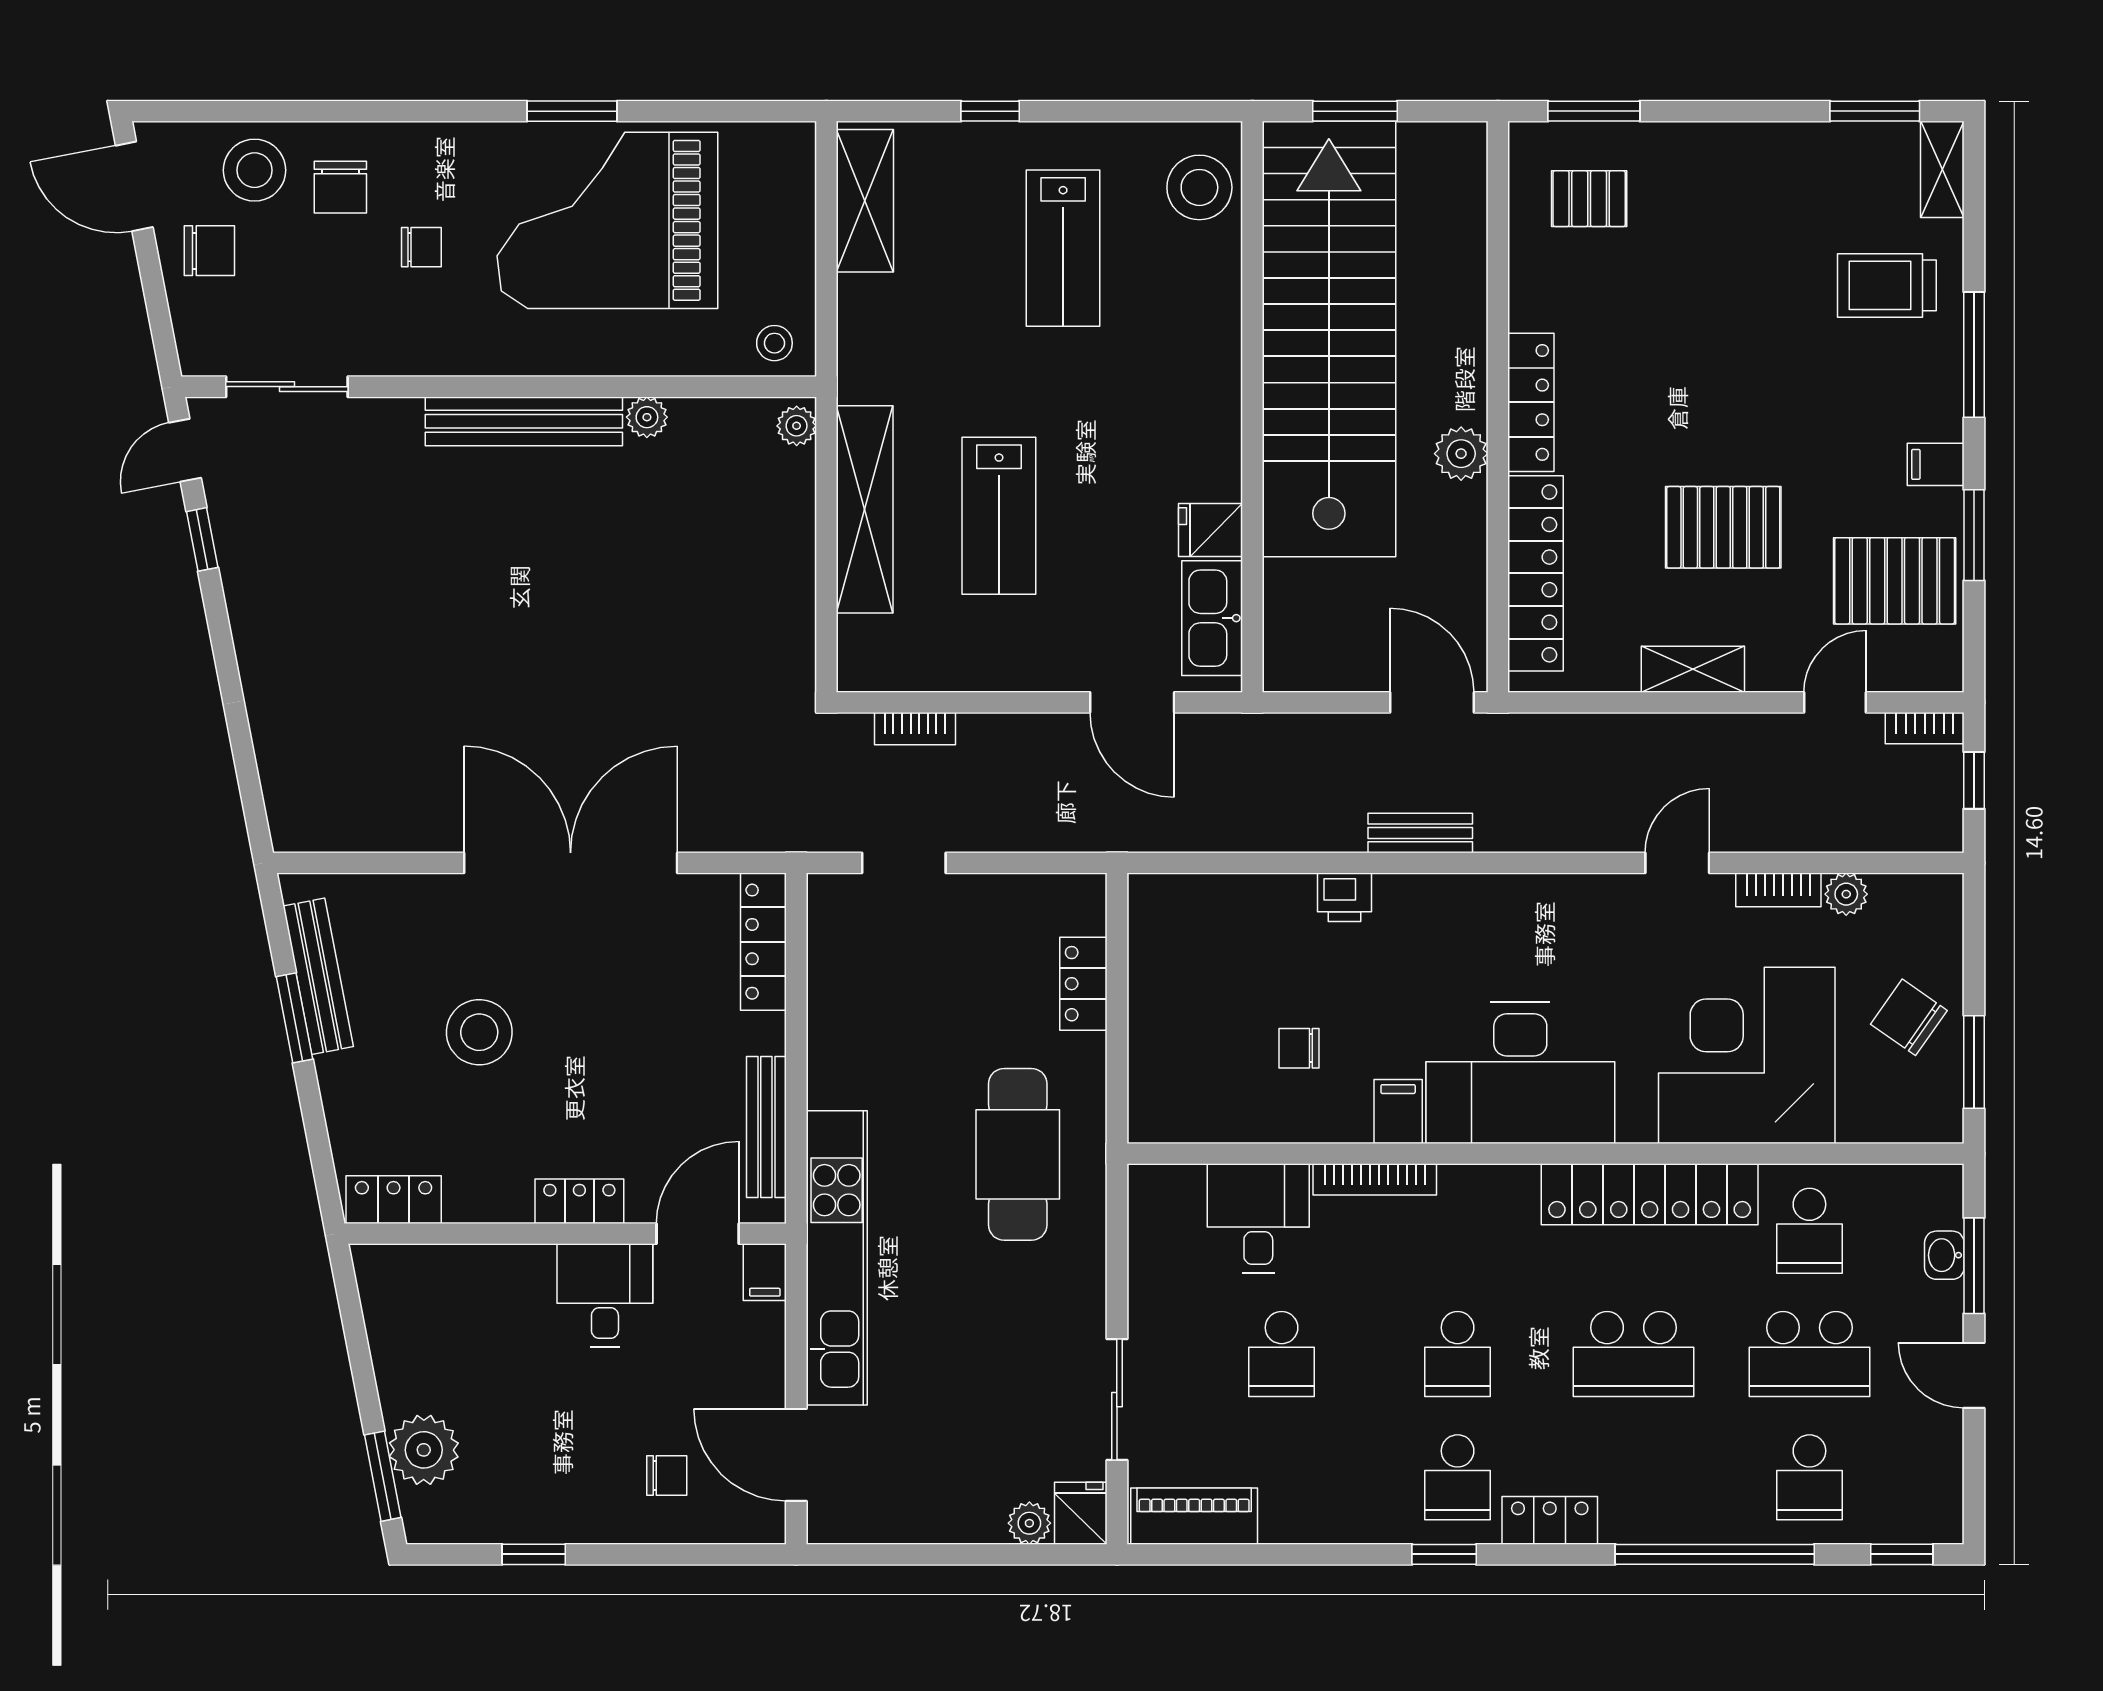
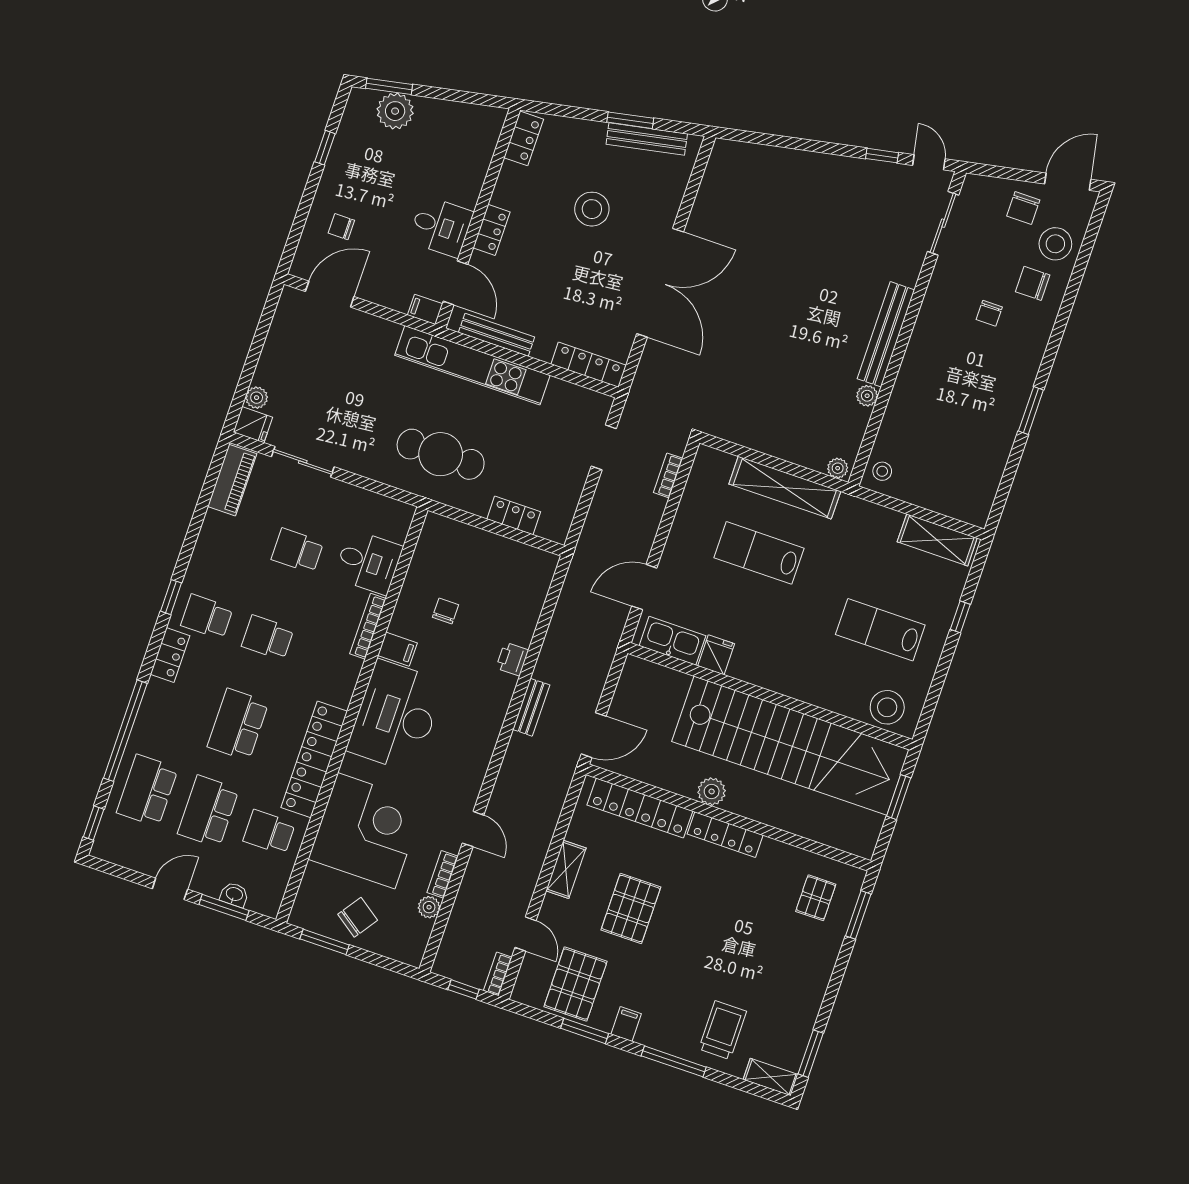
grand piano: (607, 220) -> (971, 409), removed
kitchen unit: (837, 1258) -> (472, 365), moved
chair: (667, 1476) -> (341, 227), turned 90
school desk: (1809, 1477) -> (147, 790), width x1.85

